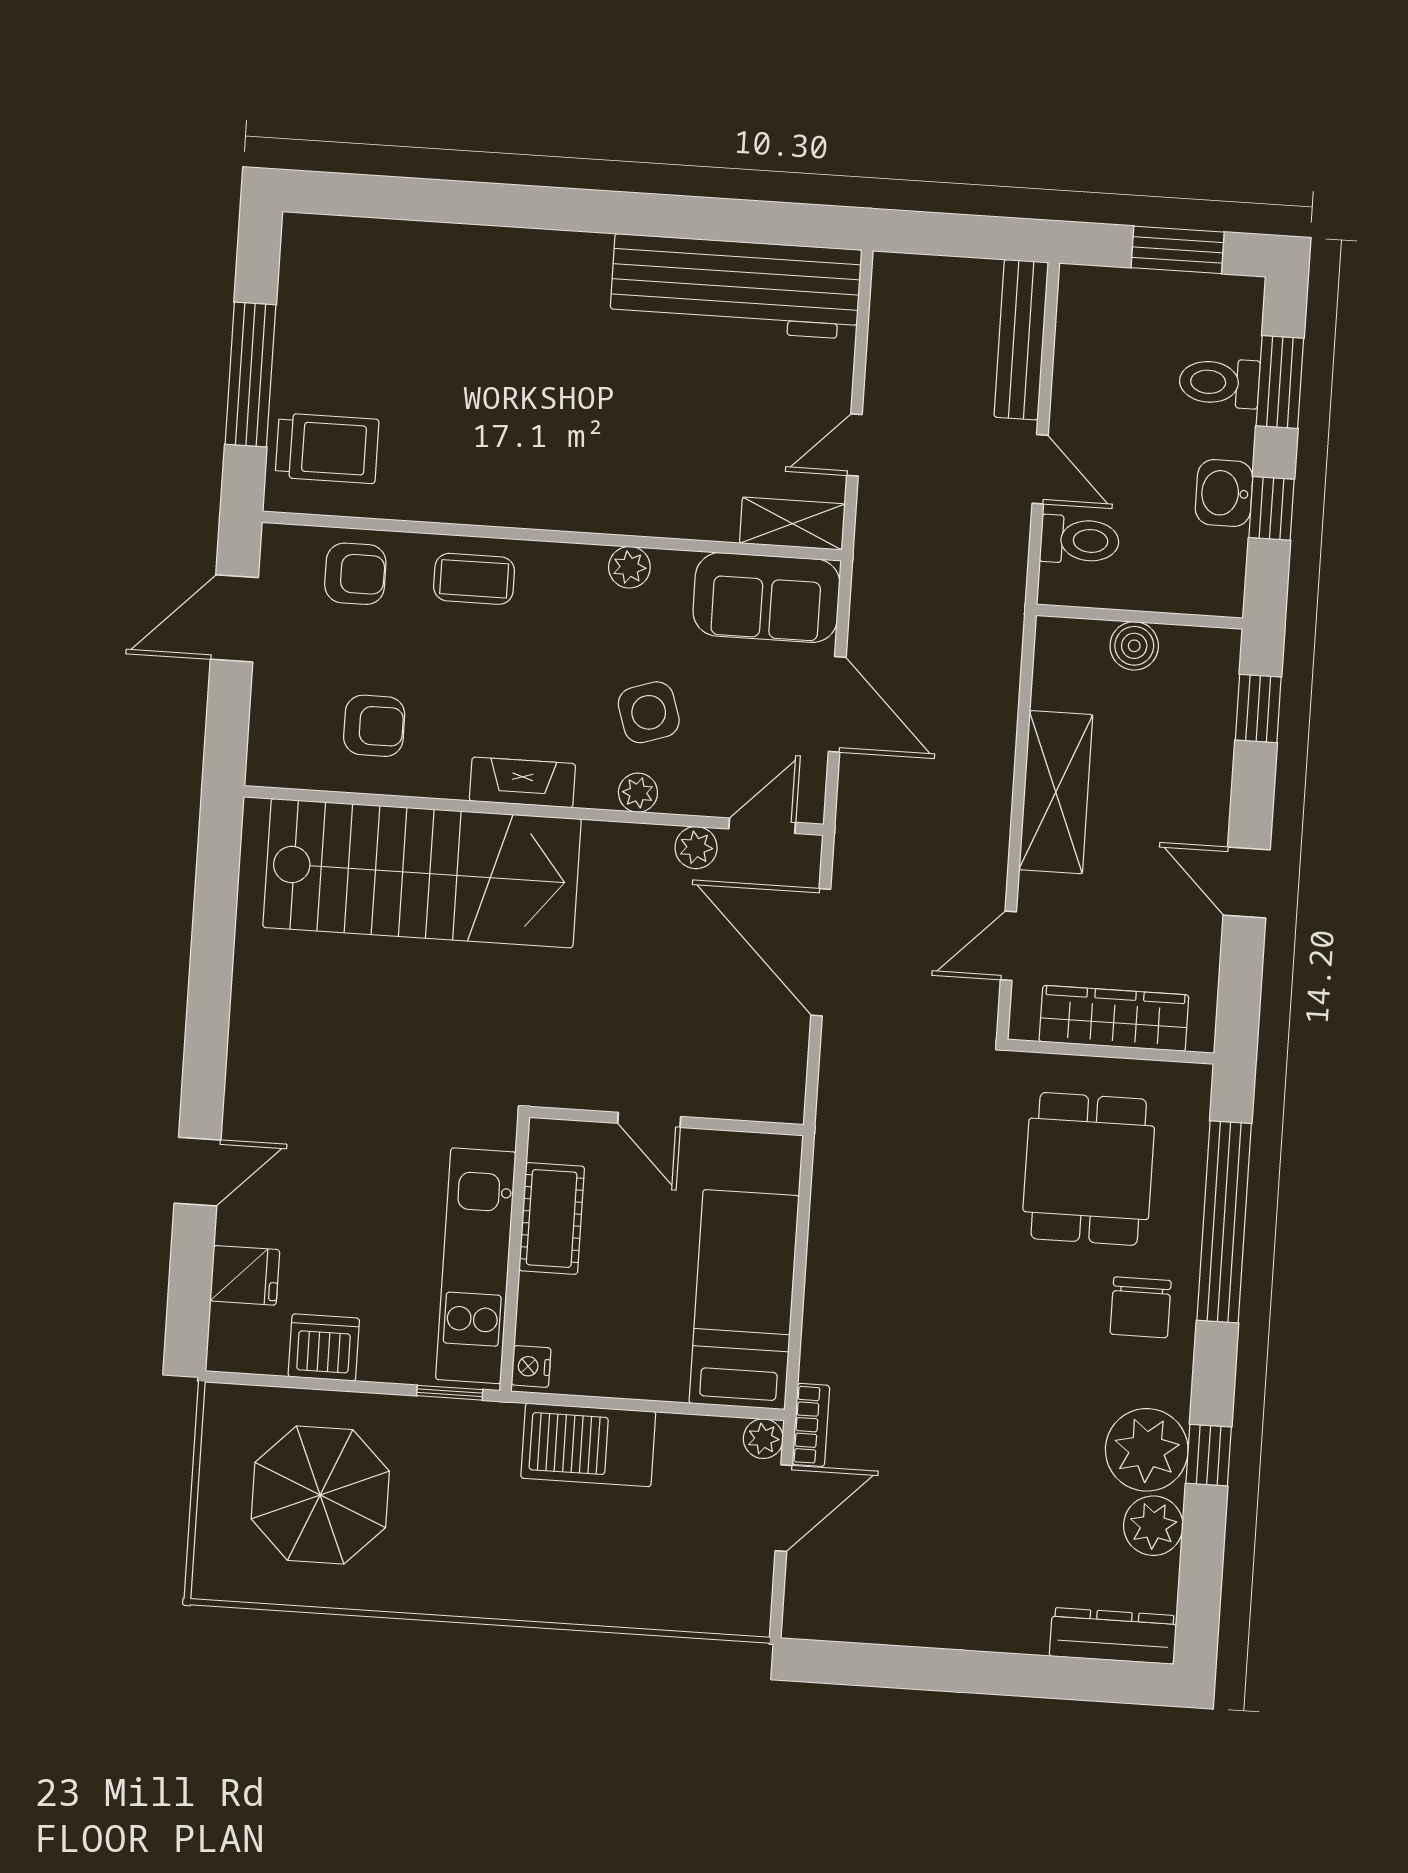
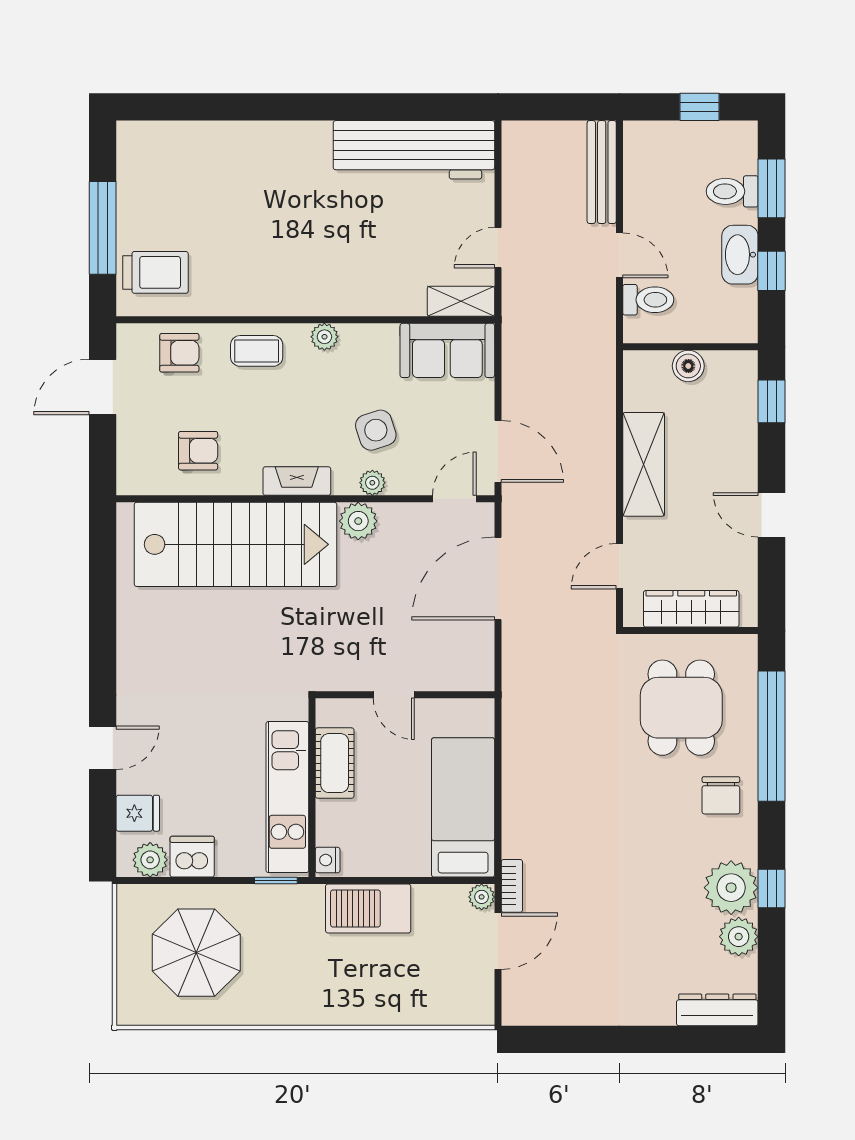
window: (1178, 250) -> (699, 107), width x0.67
washbasin: (1224, 493) -> (740, 255), width x1.38
plant: (629, 567) -> (324, 337), moved
door: (837, 704) -> (498, 451), moved
plant: (696, 848) -> (358, 521), moved, width x1.38, depth x1.38
door: (821, 952) -> (498, 578), hinge flipped
plant: (259, 1348) -> (150, 860), added

